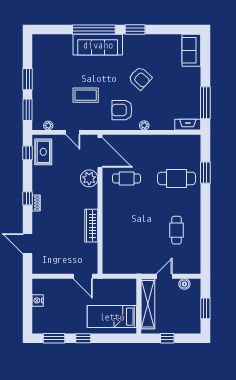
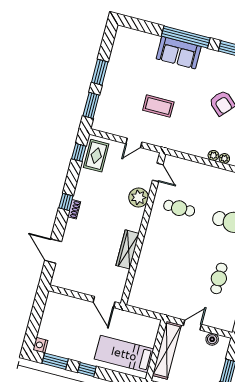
sofa: (98, 45) -> (179, 53), width x0.73
armchair: (122, 110) -> (193, 133), removed
plant: (48, 126) -> (224, 158), moved
door: (73, 132) -> (134, 143), hinge flipped
door: (100, 152) -> (158, 172), width x0.53
nightstand: (38, 300) -> (40, 345), moved

